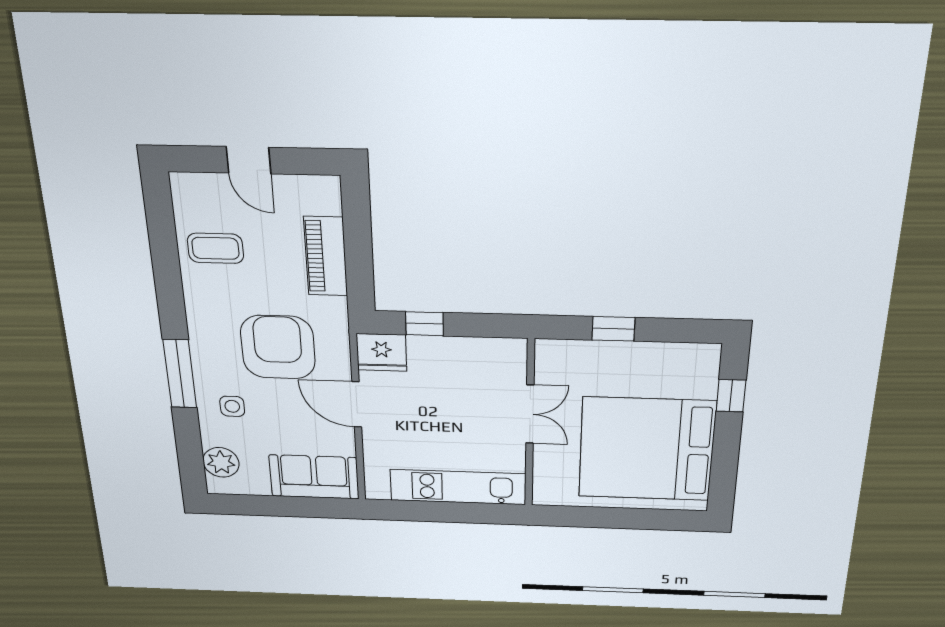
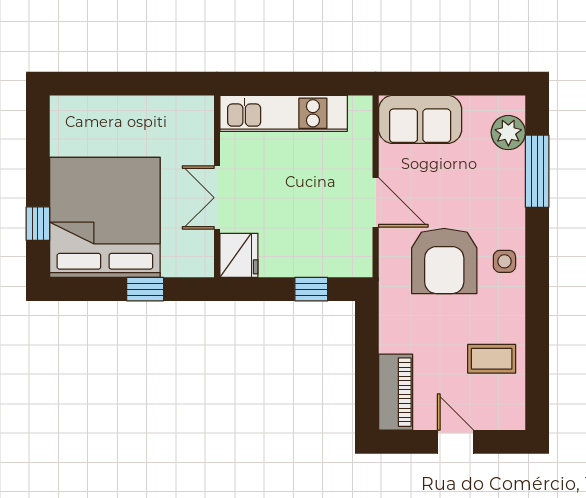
piano: (326, 256) -> (396, 392), moved
fridge: (382, 352) -> (239, 255), moved, turned 90
window: (180, 374) -> (537, 171), moved
side table: (232, 406) -> (504, 261), moved
bed: (647, 449) -> (105, 217), moved, turned -90

